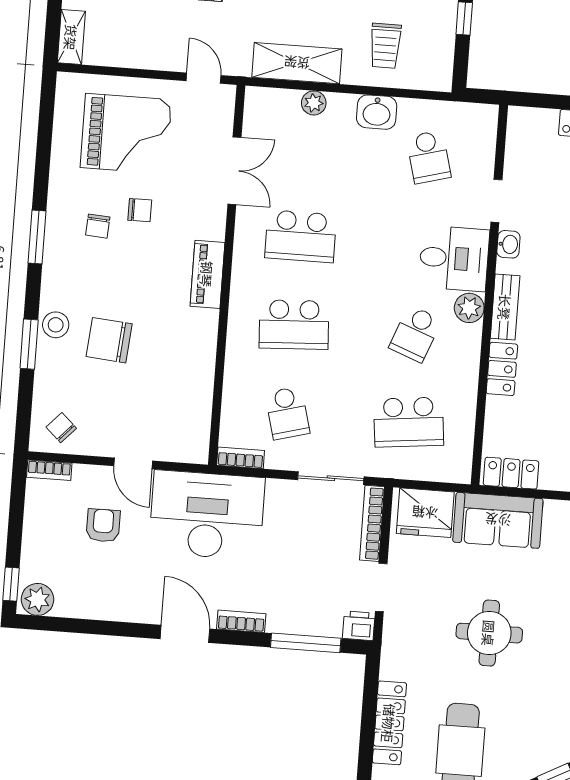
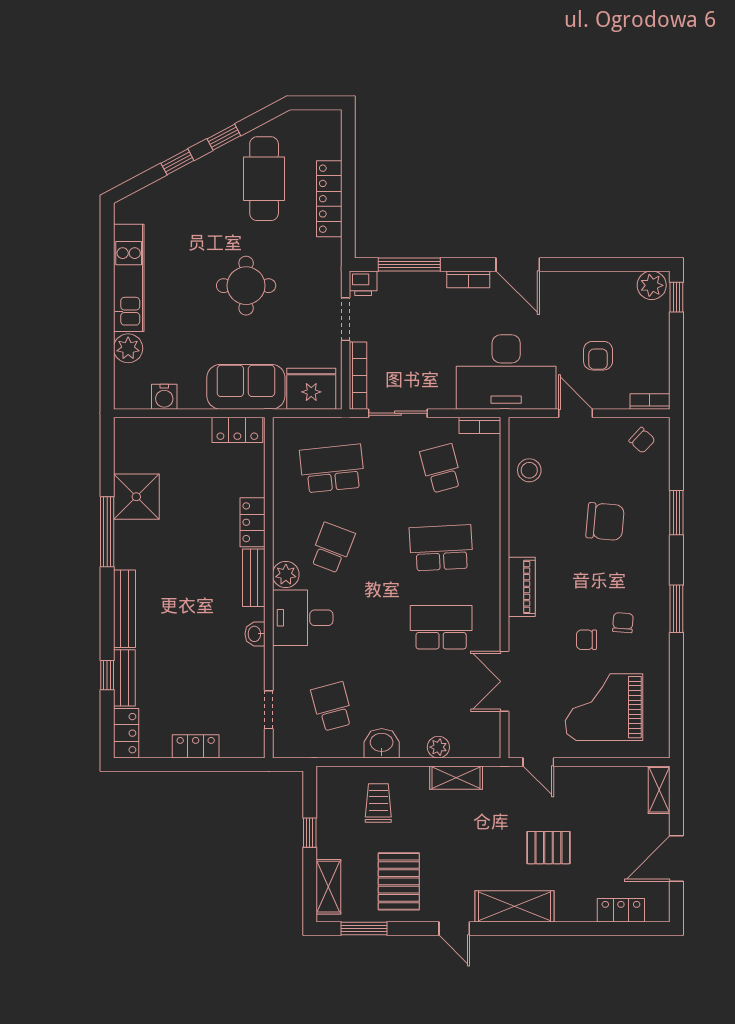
shelving: (297, 63) -> (456, 778), width x0.67, depth x0.75
doorway: (496, 201) -> (269, 710), moved
stool: (56, 325) -> (529, 470), moved

